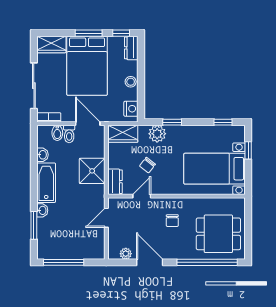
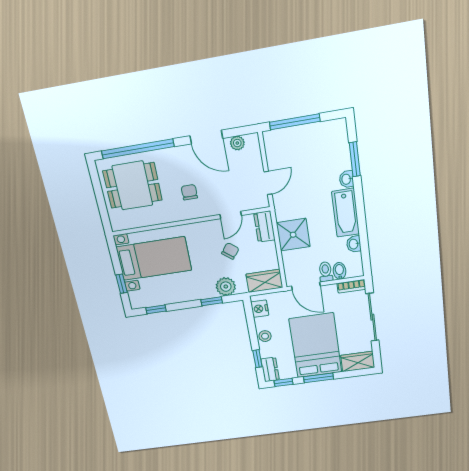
window: (141, 61) -> (257, 359), added
window: (64, 262) -> (295, 122), moved

